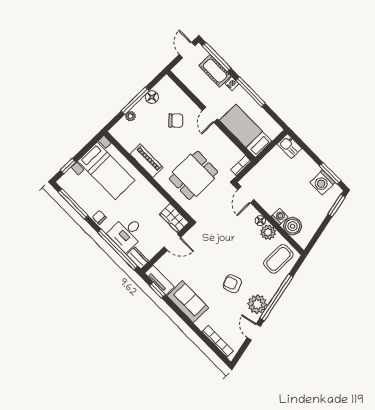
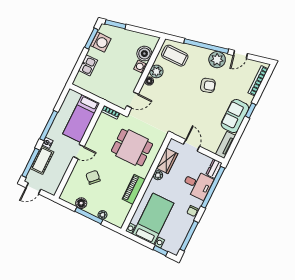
kitchen sink: (289, 146) -> (88, 65), moved
plant: (153, 193) -> (158, 175), added
wardrobe: (174, 218) -> (167, 161), moved
armchair: (232, 284) -> (208, 85), turned -84
window: (157, 290) -> (251, 110), moved

